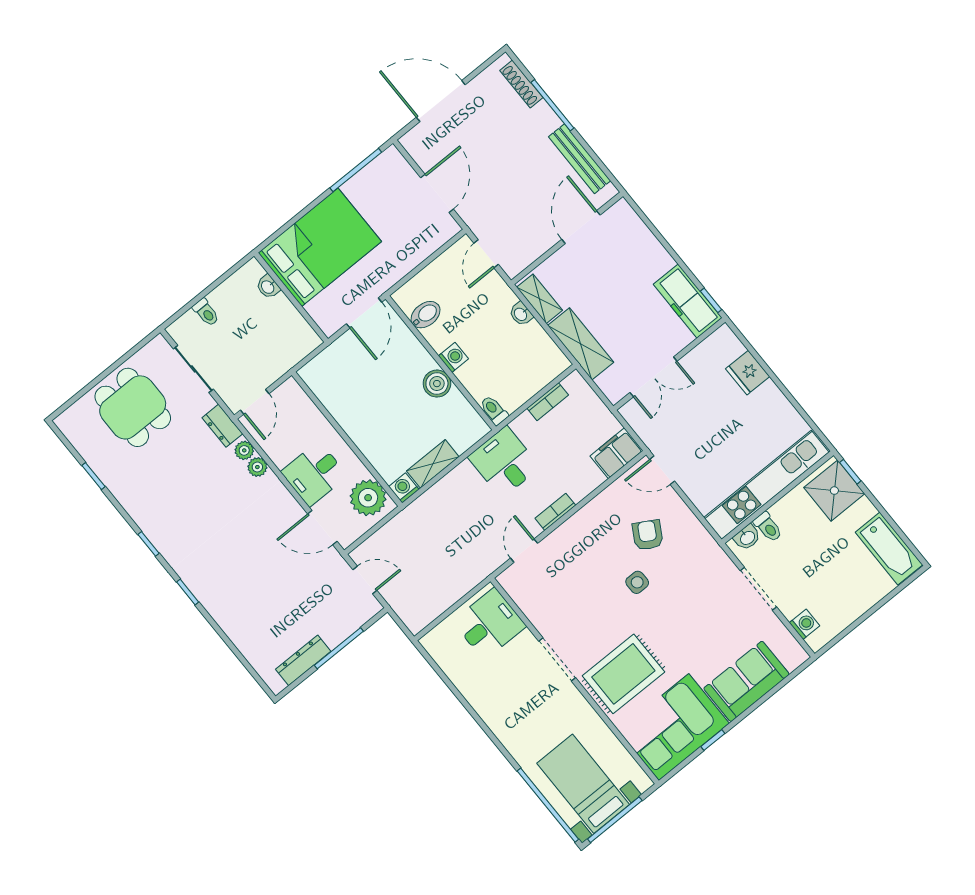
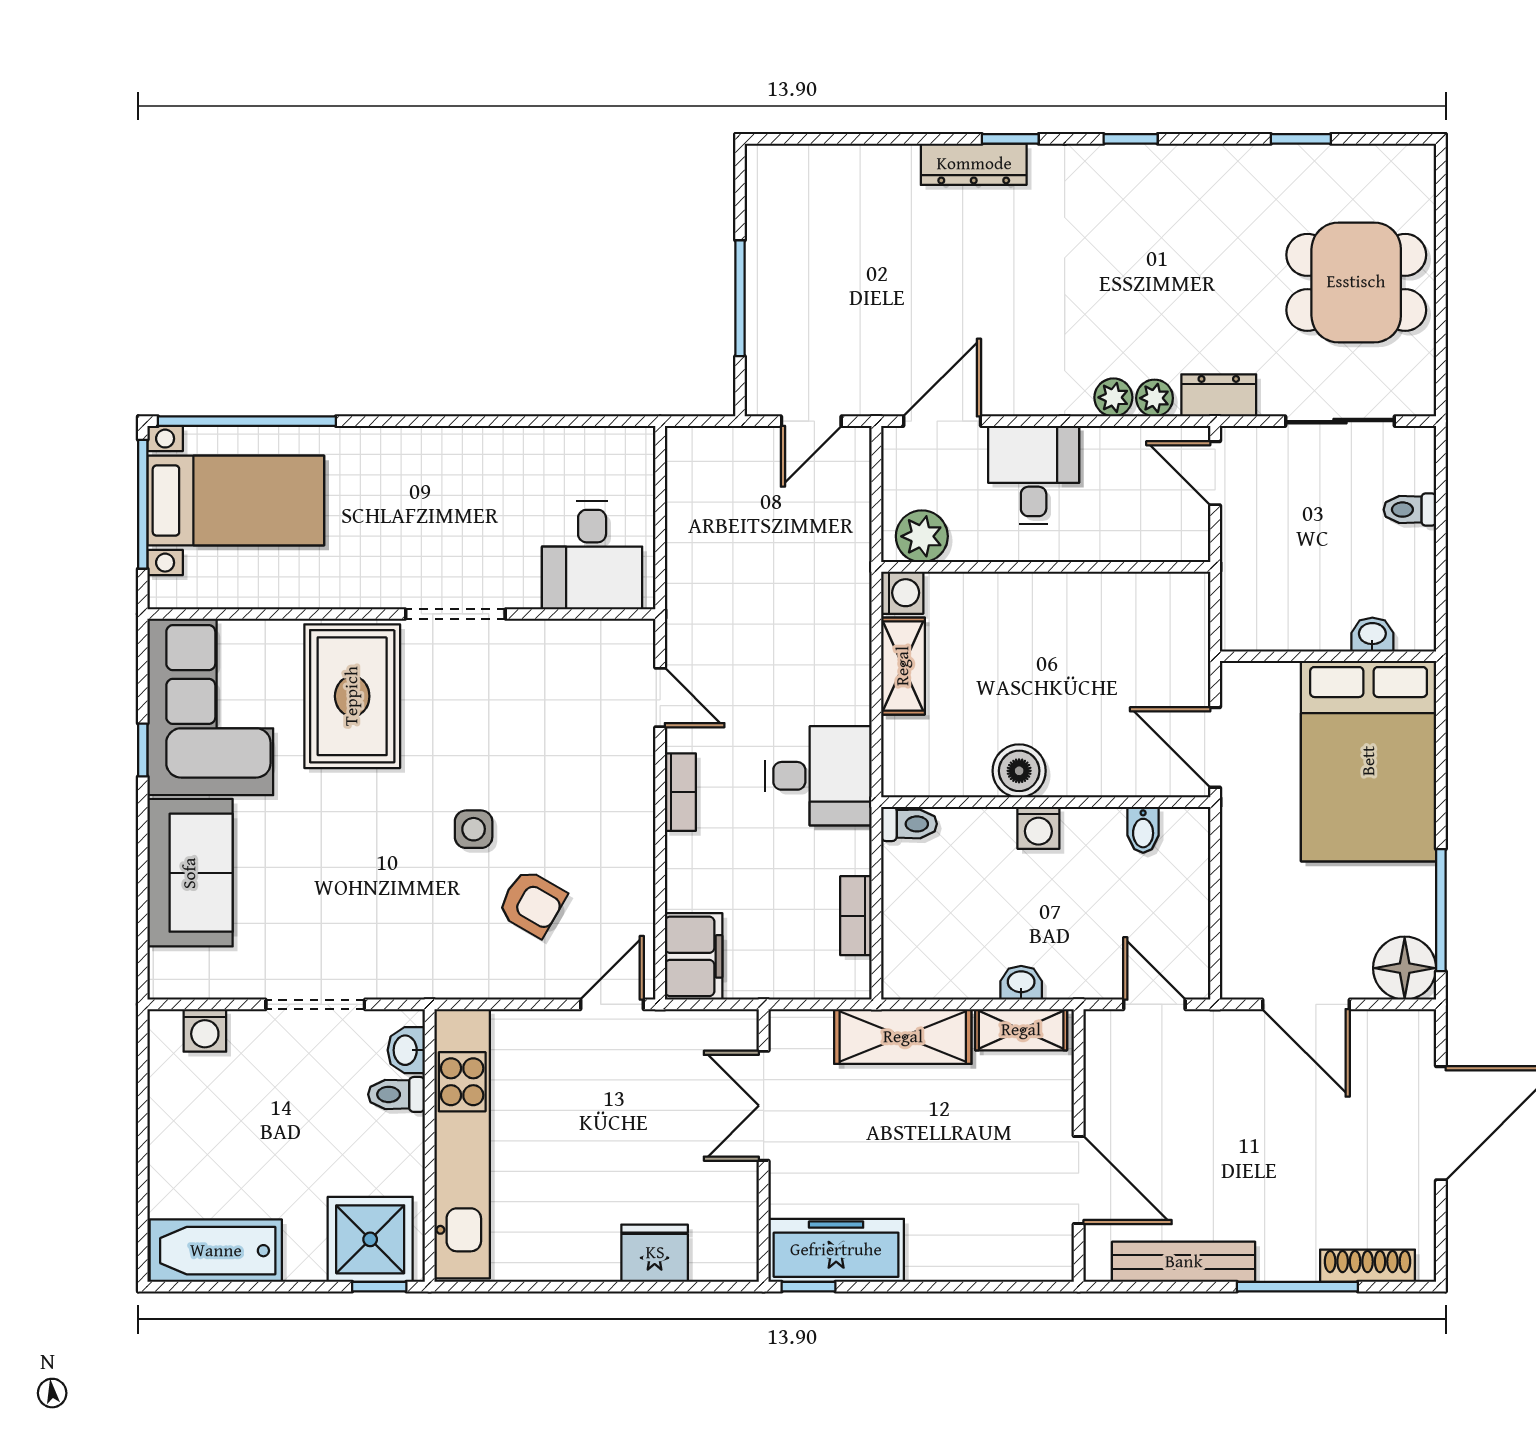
floor lamp: (391, 166) -> (1405, 968), added
bidet: (426, 315) -> (1143, 830), width x0.72, depth x0.74
plant: (368, 498) -> (922, 536), width x0.73, depth x0.73
dresser: (303, 660) -> (974, 164), moved, turned 90

